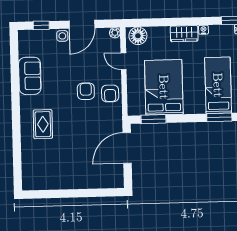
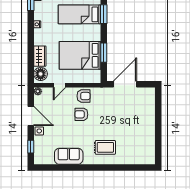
wardrobe: (184, 34) -> (40, 56), moved
window: (154, 119) -> (104, 53), moved
door: (127, 148) -> (125, 84), swing flipped

